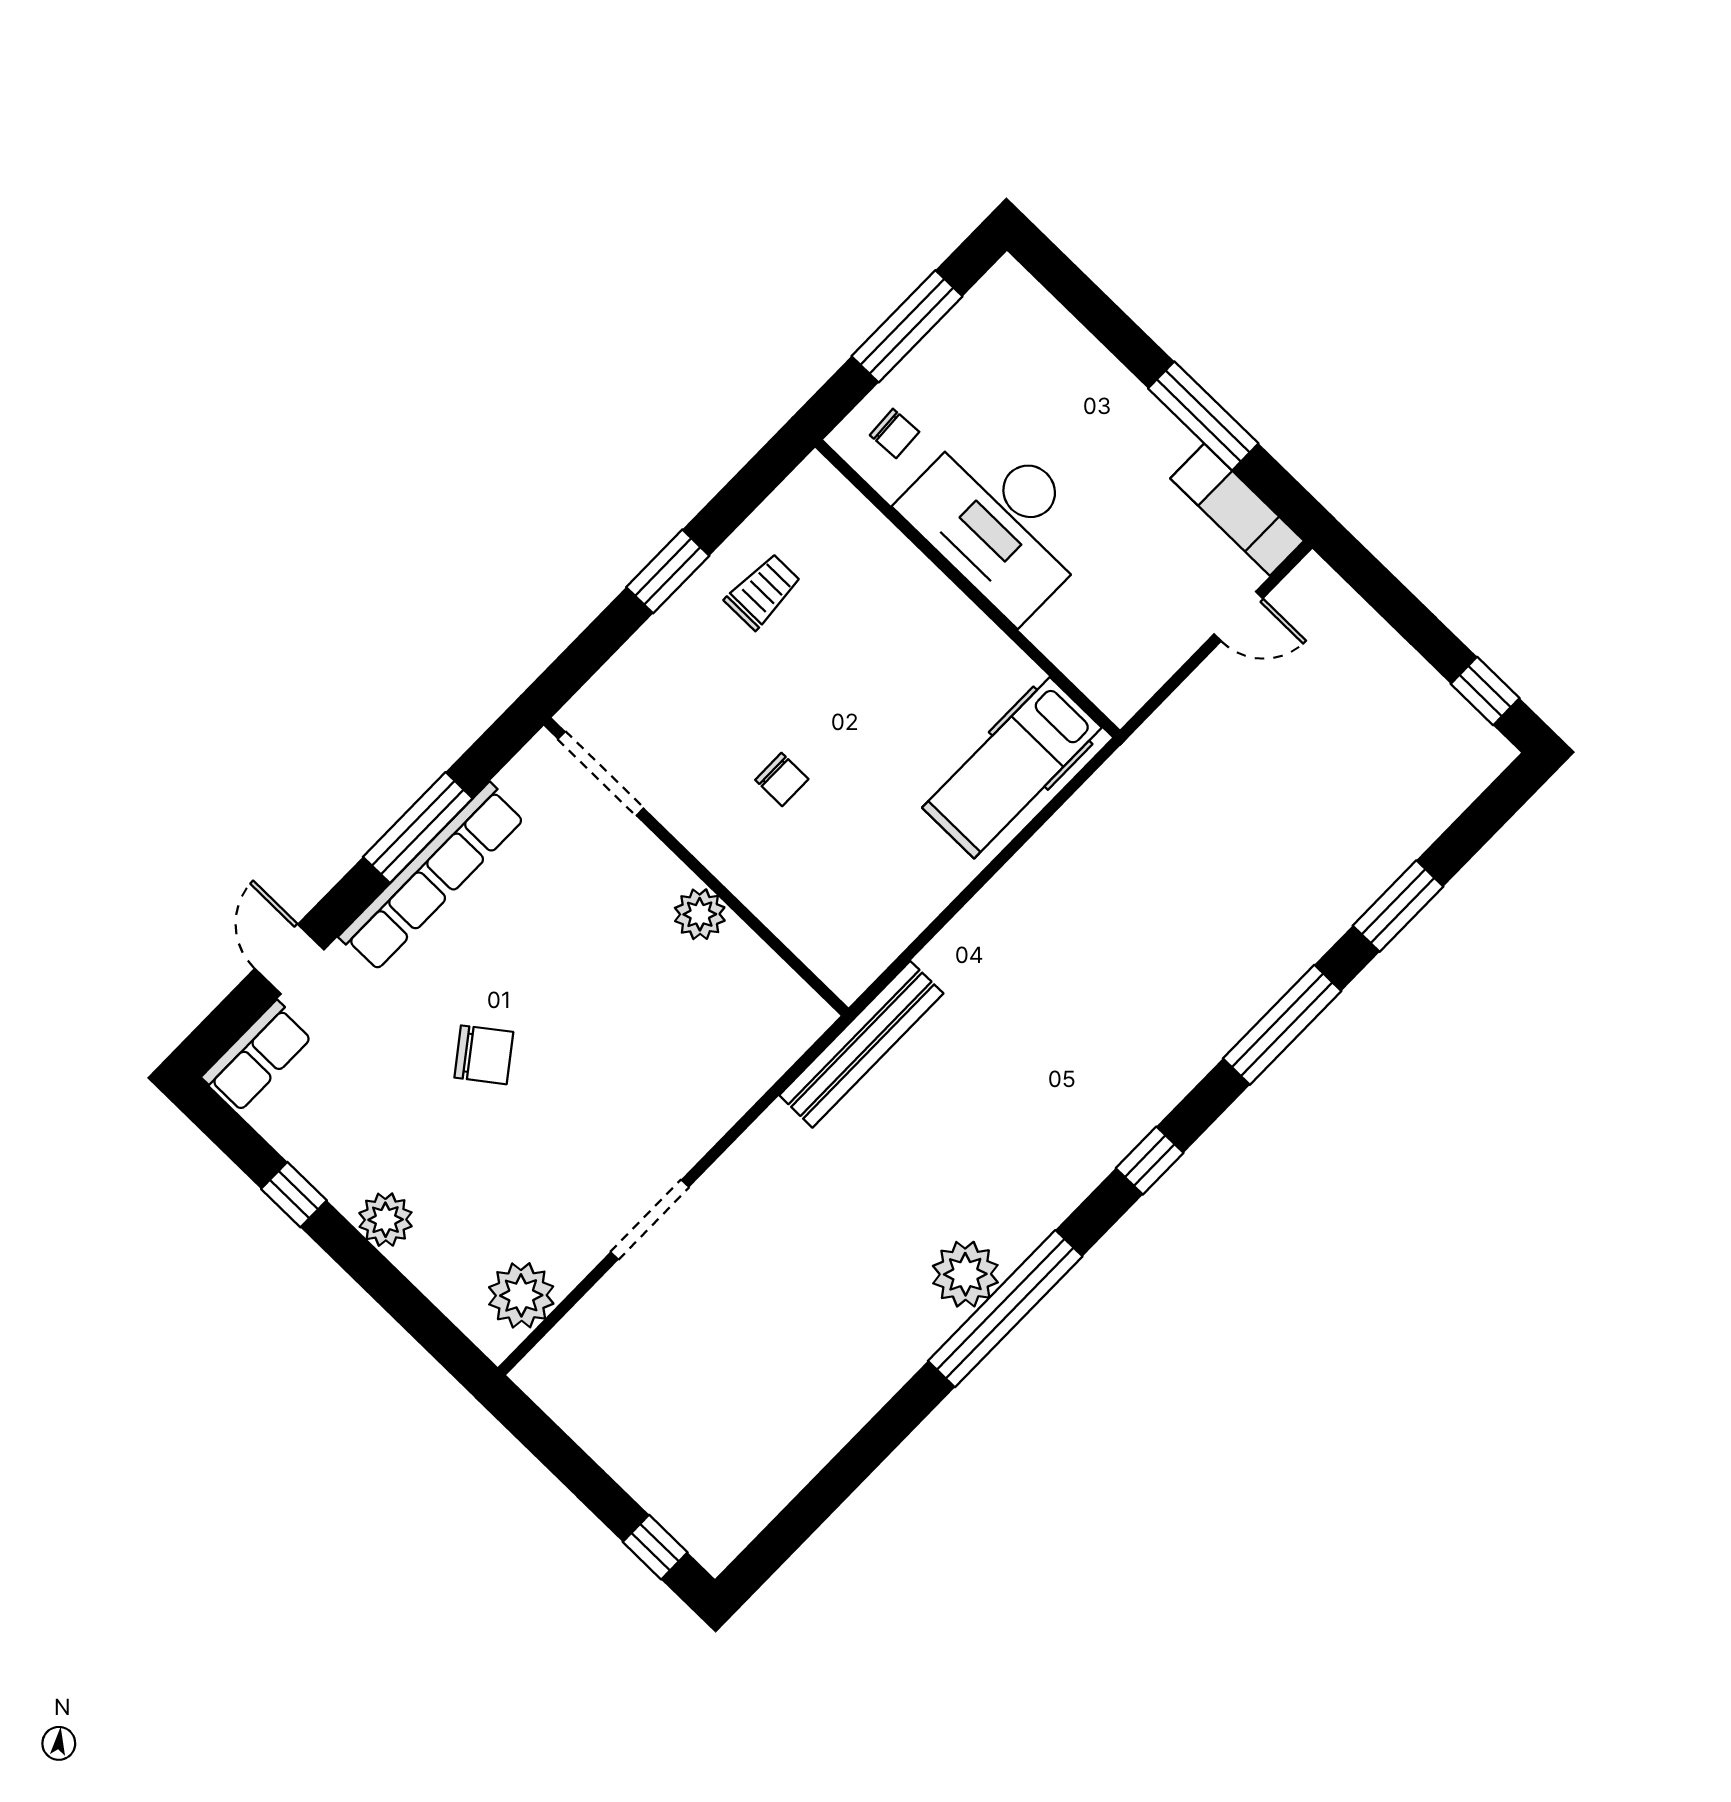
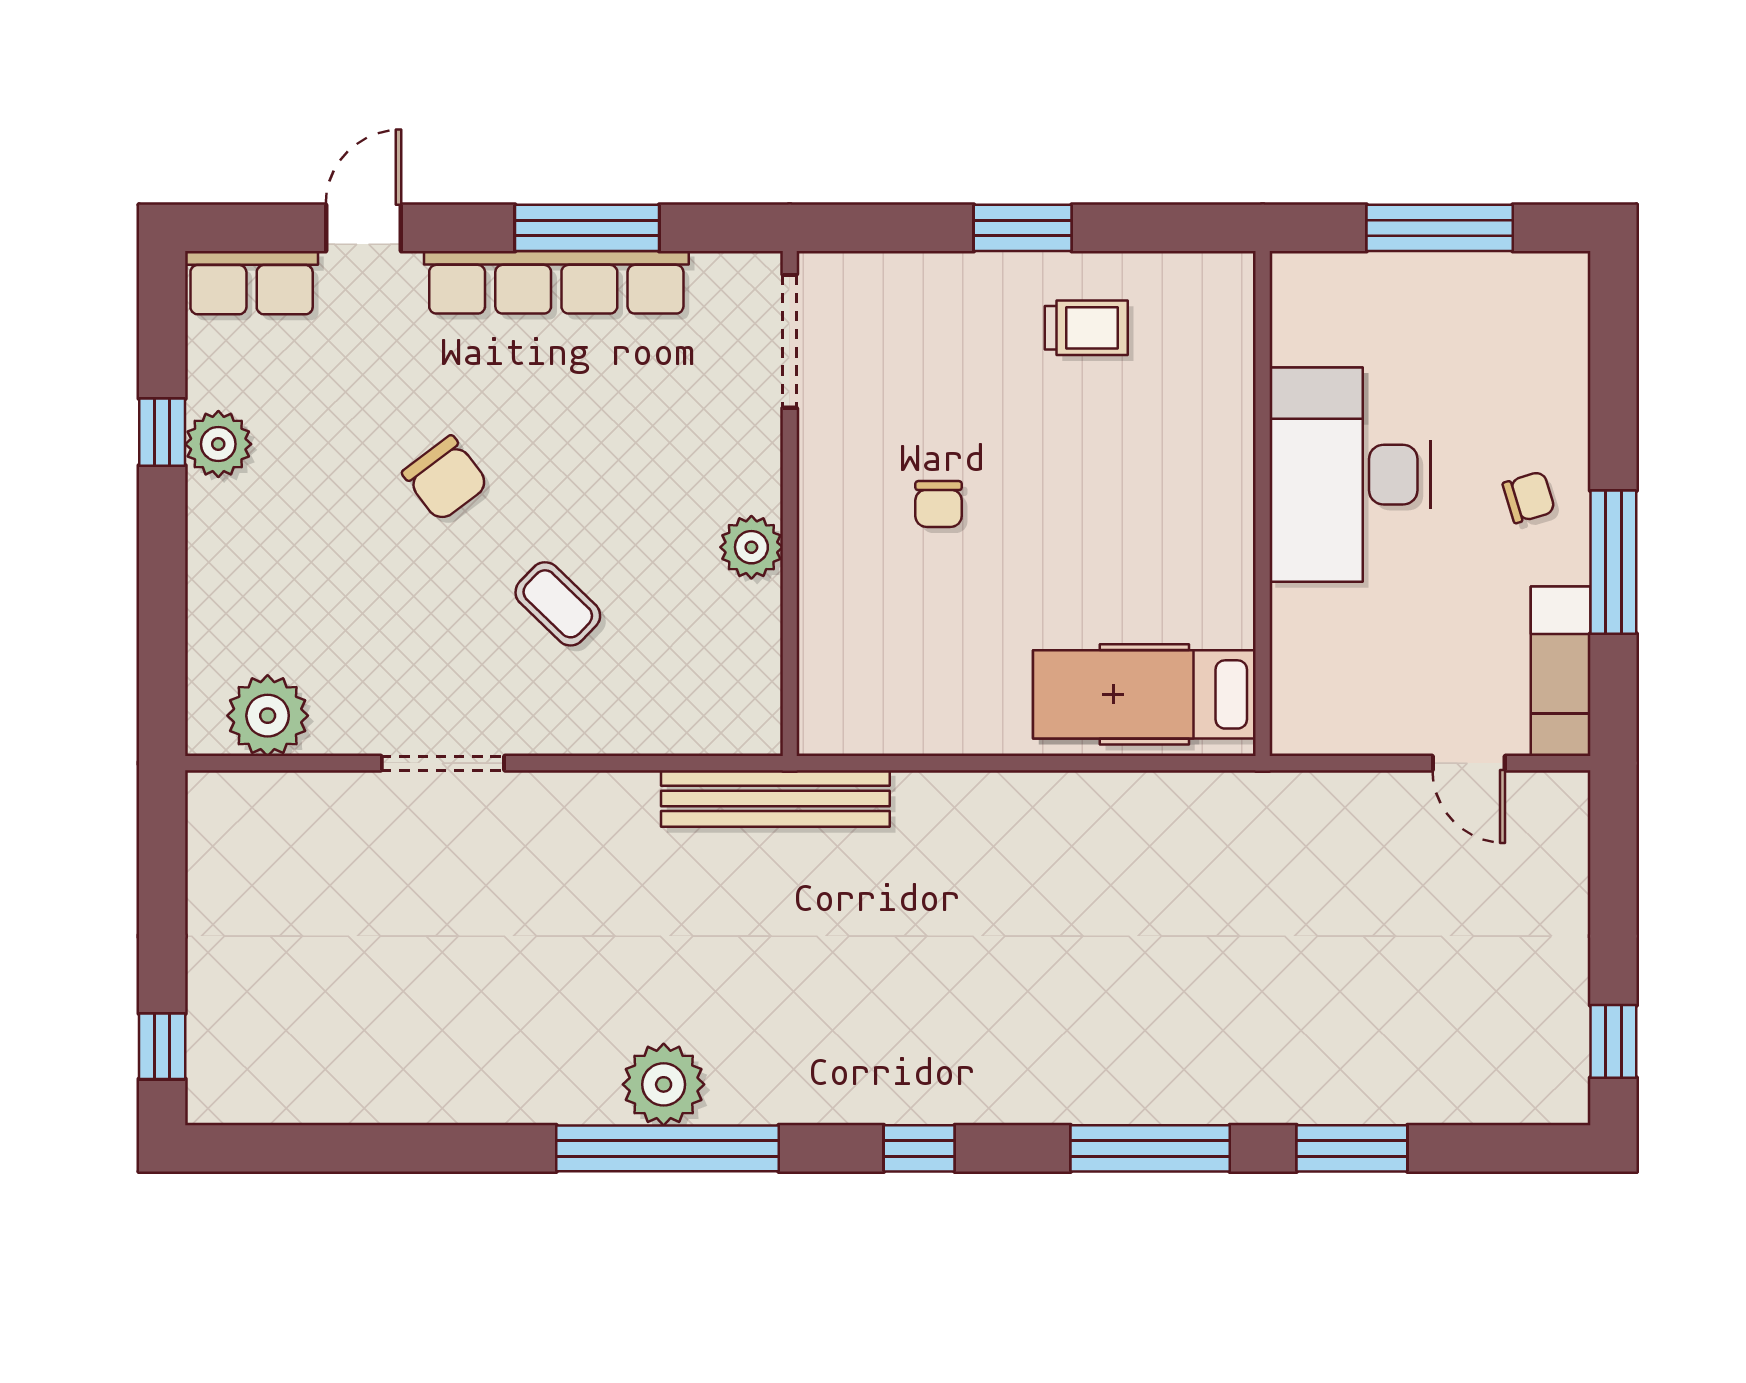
chair: (895, 433) -> (1529, 497), moved, turned -104
coffee table: (622, 1061) -> (558, 604), added
plant: (386, 1220) -> (218, 444), moved

